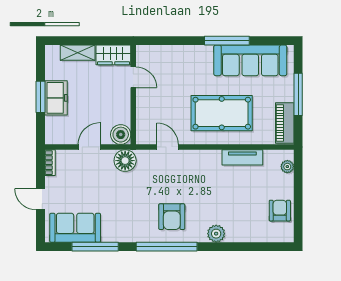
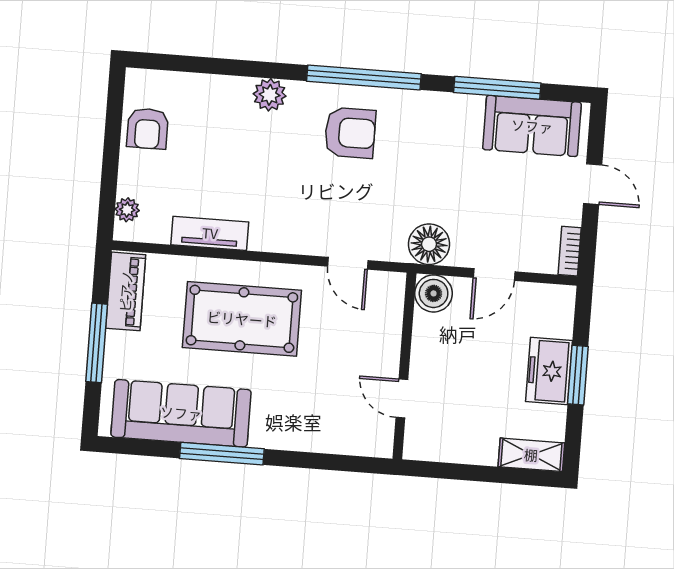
shelving: (78, 53) -> (531, 455), moved
wardrobe: (113, 55) -> (436, 443), removed
armchair: (172, 217) -> (350, 133), turned 90

